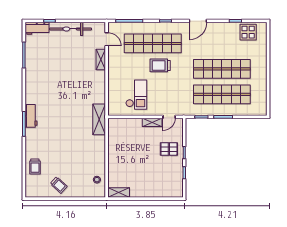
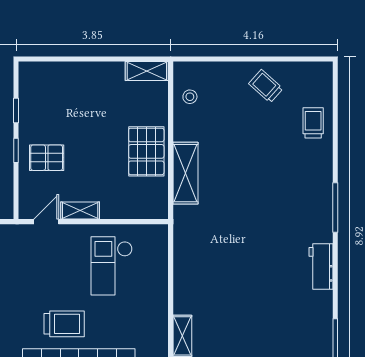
workbench: (31, 116) -> (321, 266), moved
shelving: (99, 119) -> (185, 173), moved
pallet: (119, 152) -> (146, 151), added

